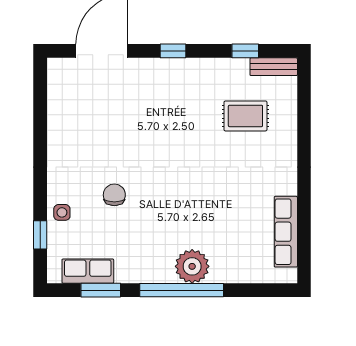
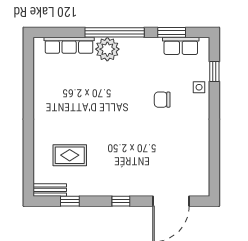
chair: (114, 195) -> (162, 100), turned 90
row of seats: (286, 232) -> (69, 45), moved, turned 90

